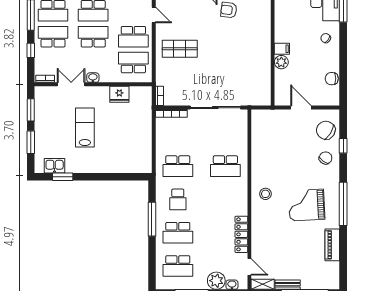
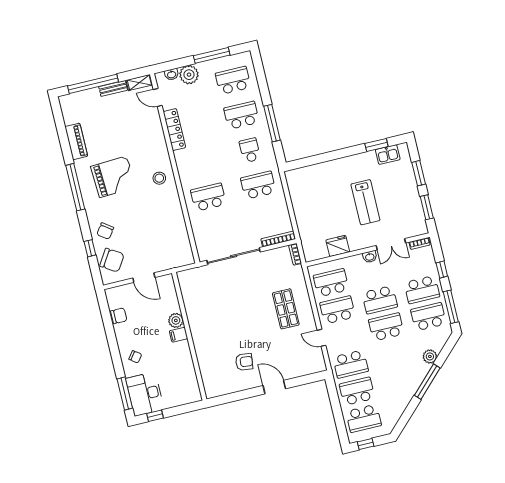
shop shelf: (180, 49) -> (286, 309), turned 90
school desk: (133, 63) -> (331, 283), turned 180

